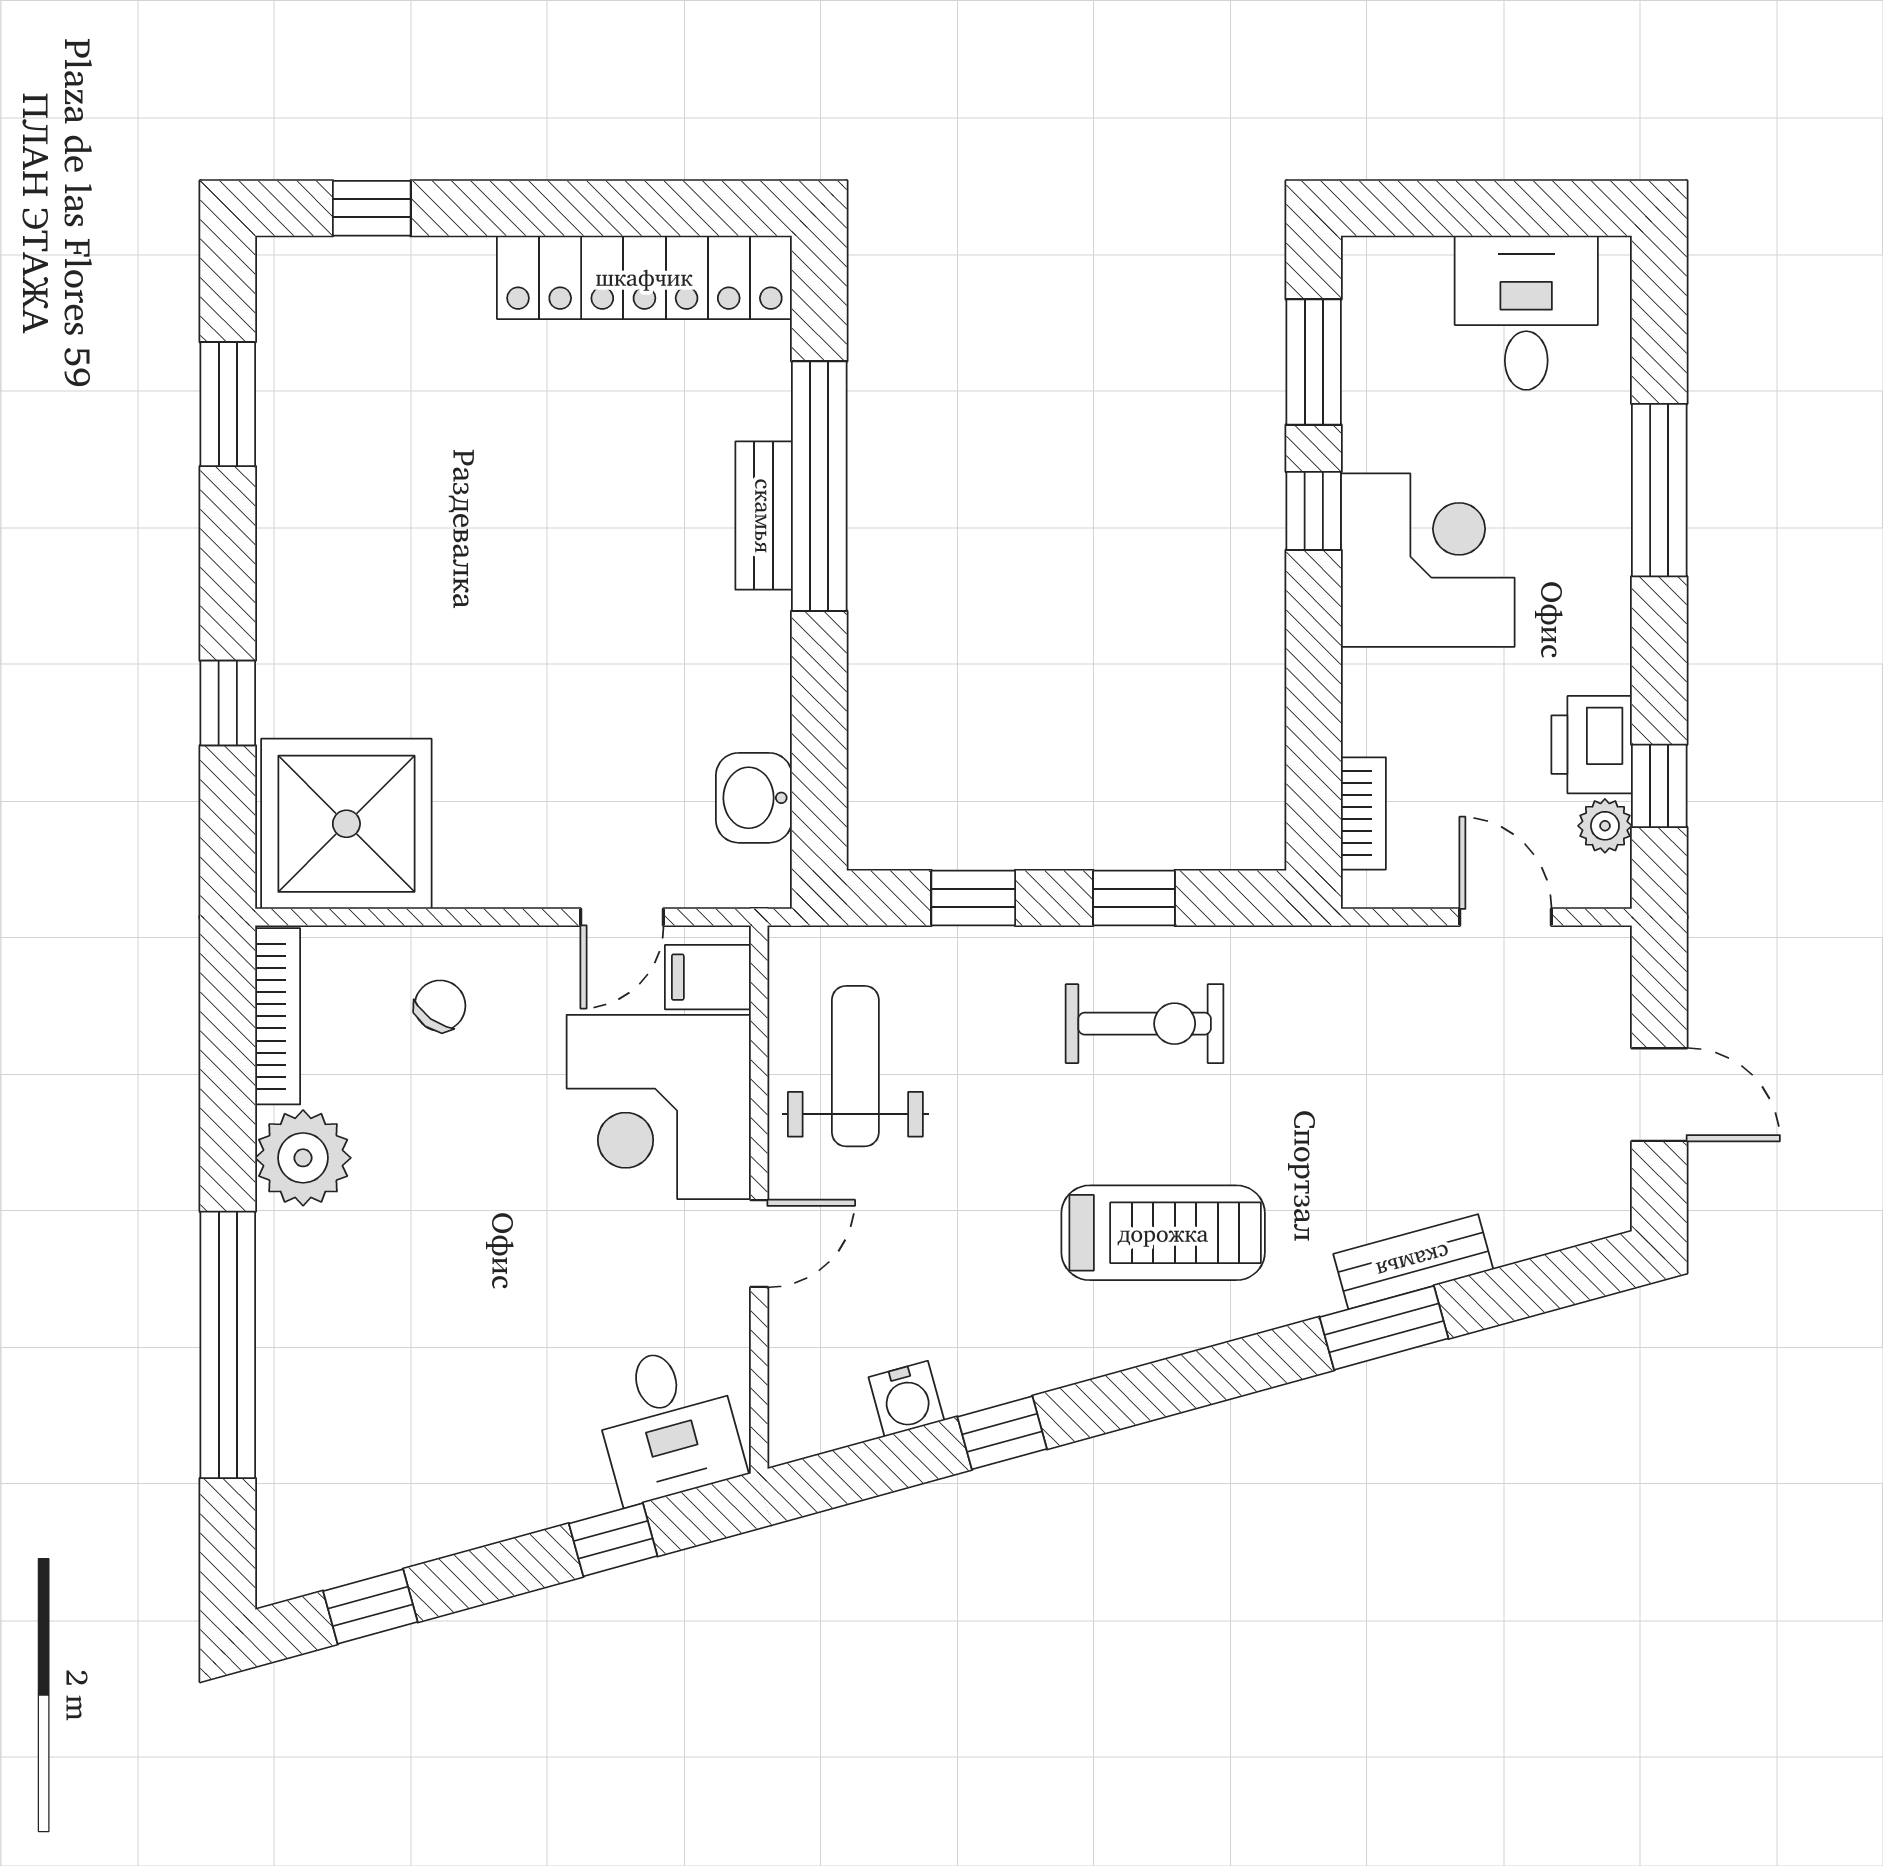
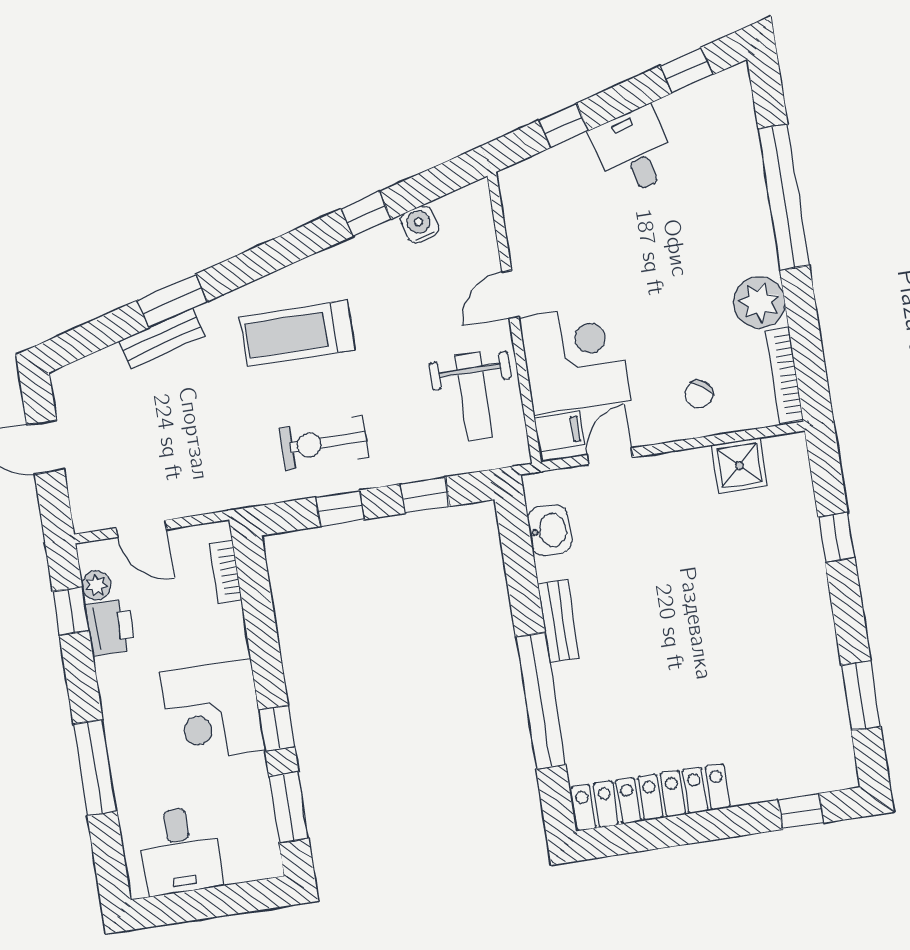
bench: (764, 516) -> (559, 621), moved
shower: (346, 824) -> (739, 465), width x0.54, depth x0.54
desk: (668, 1424) -> (634, 151), moved

